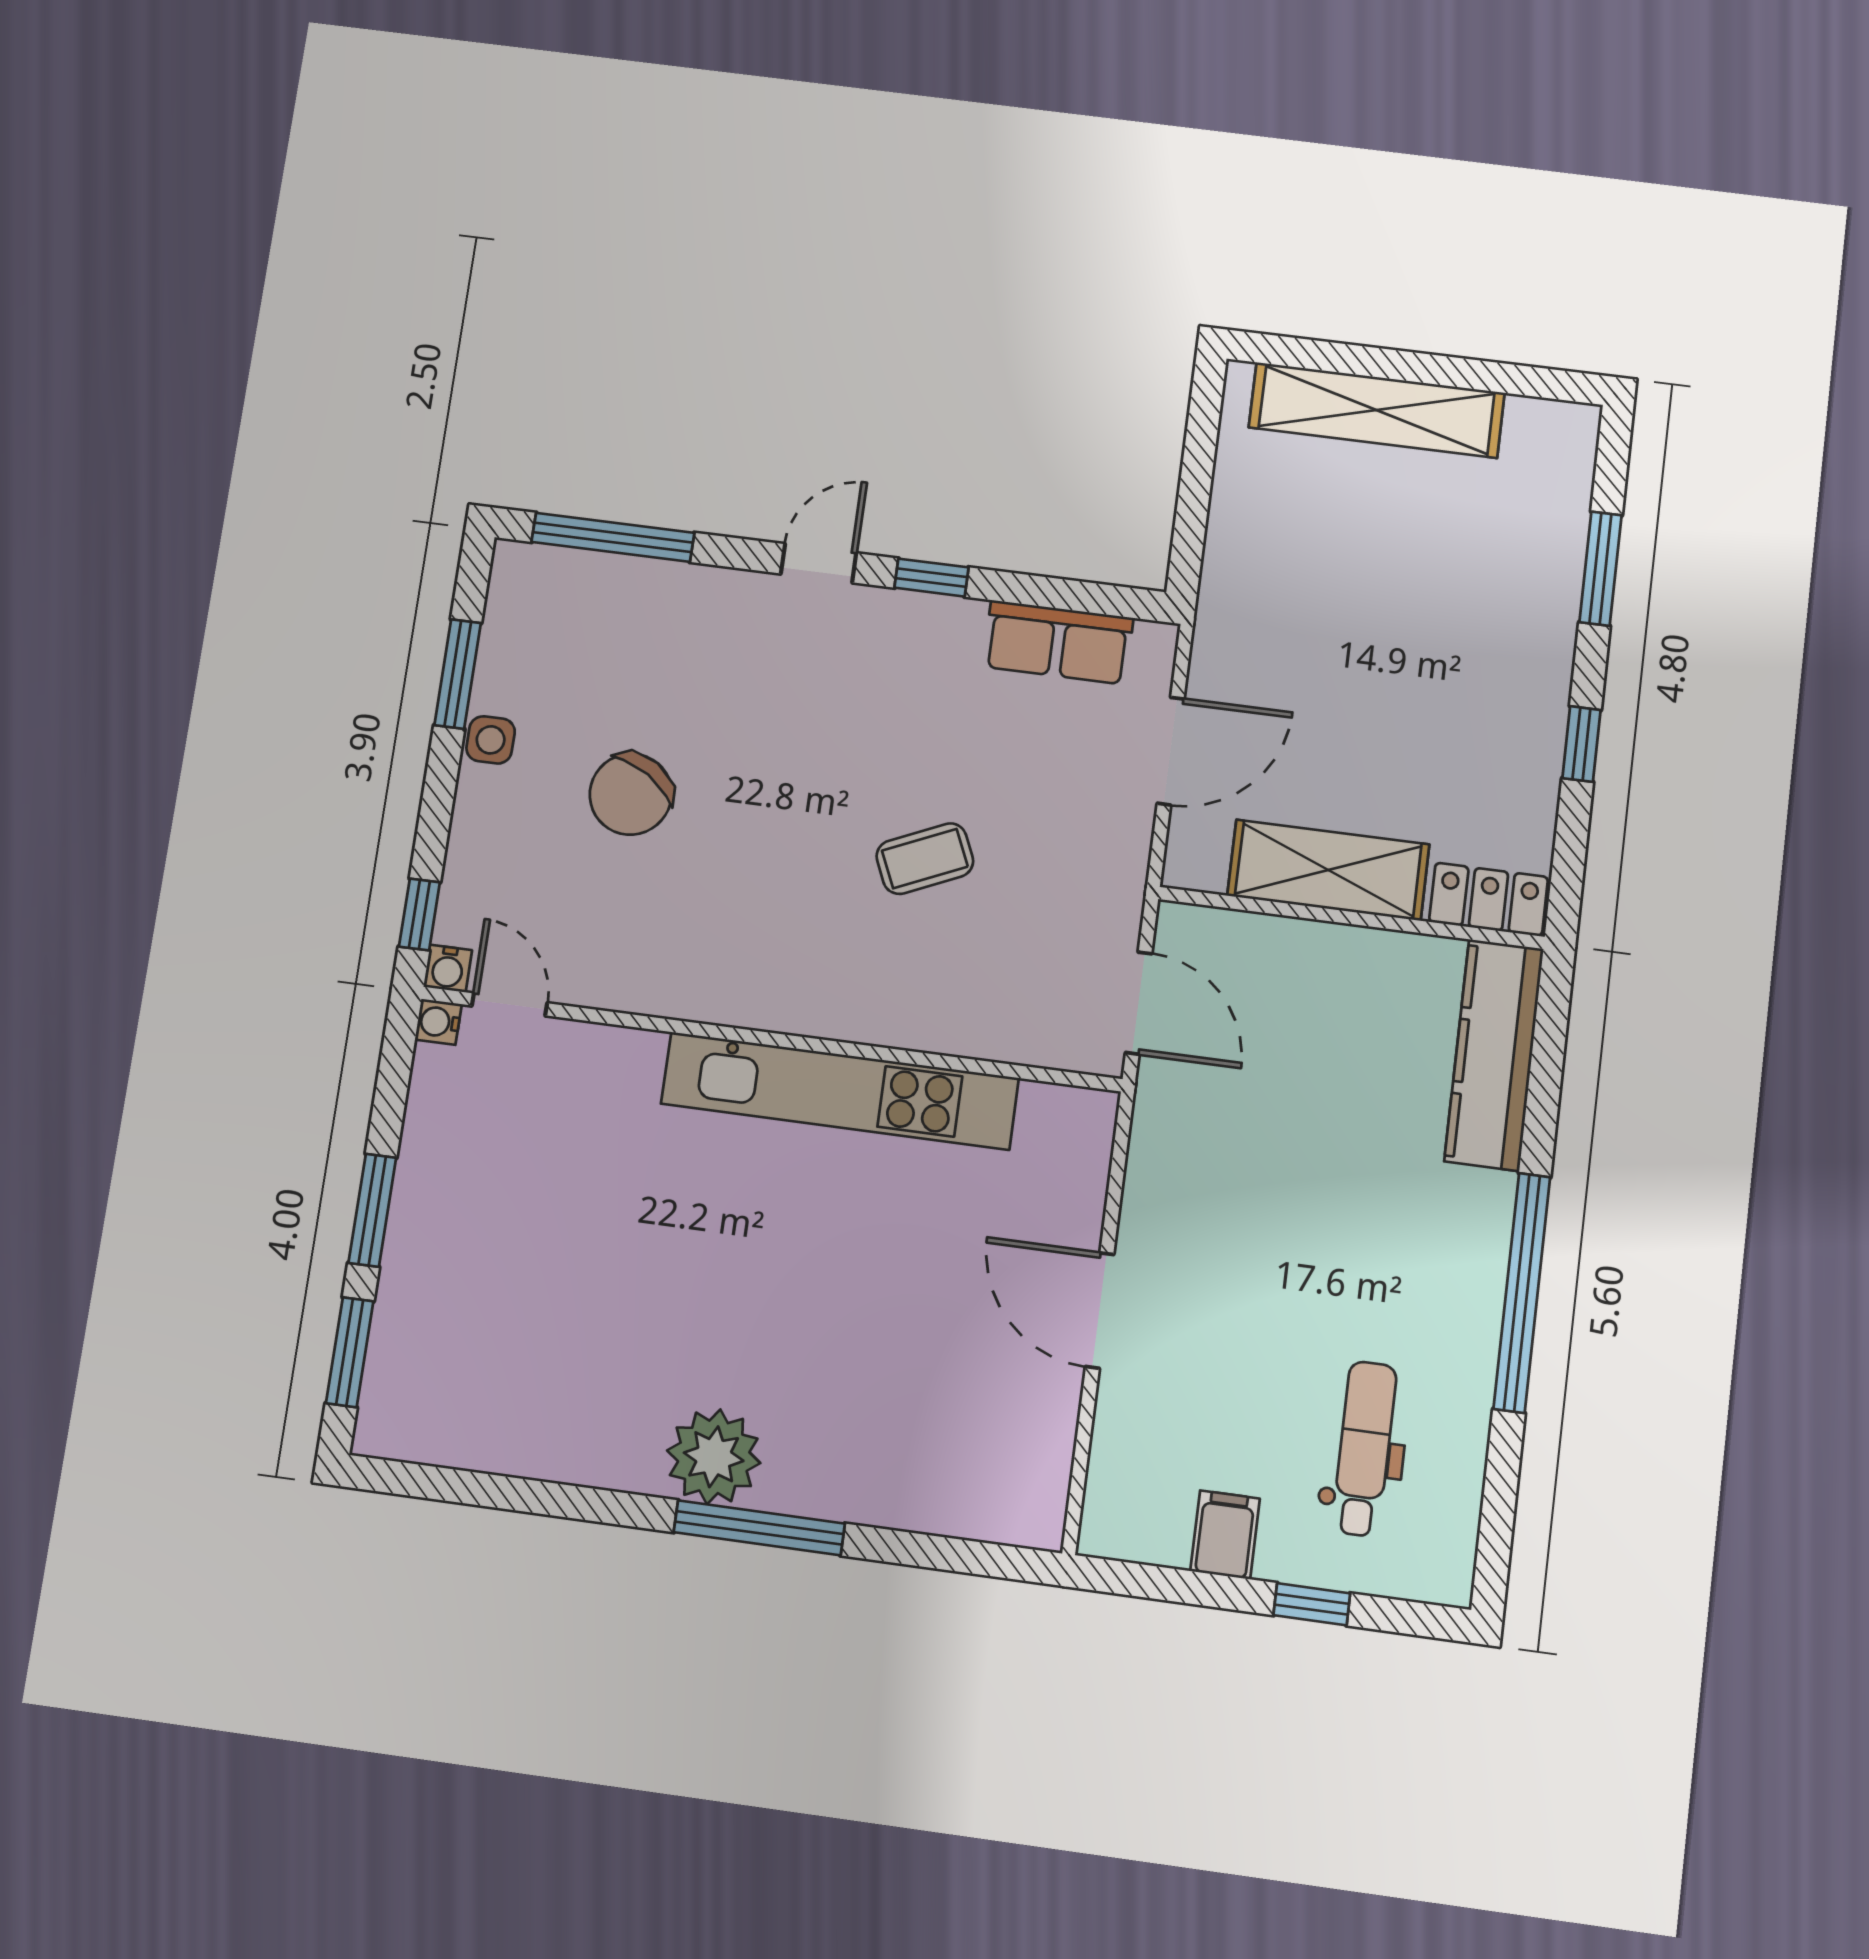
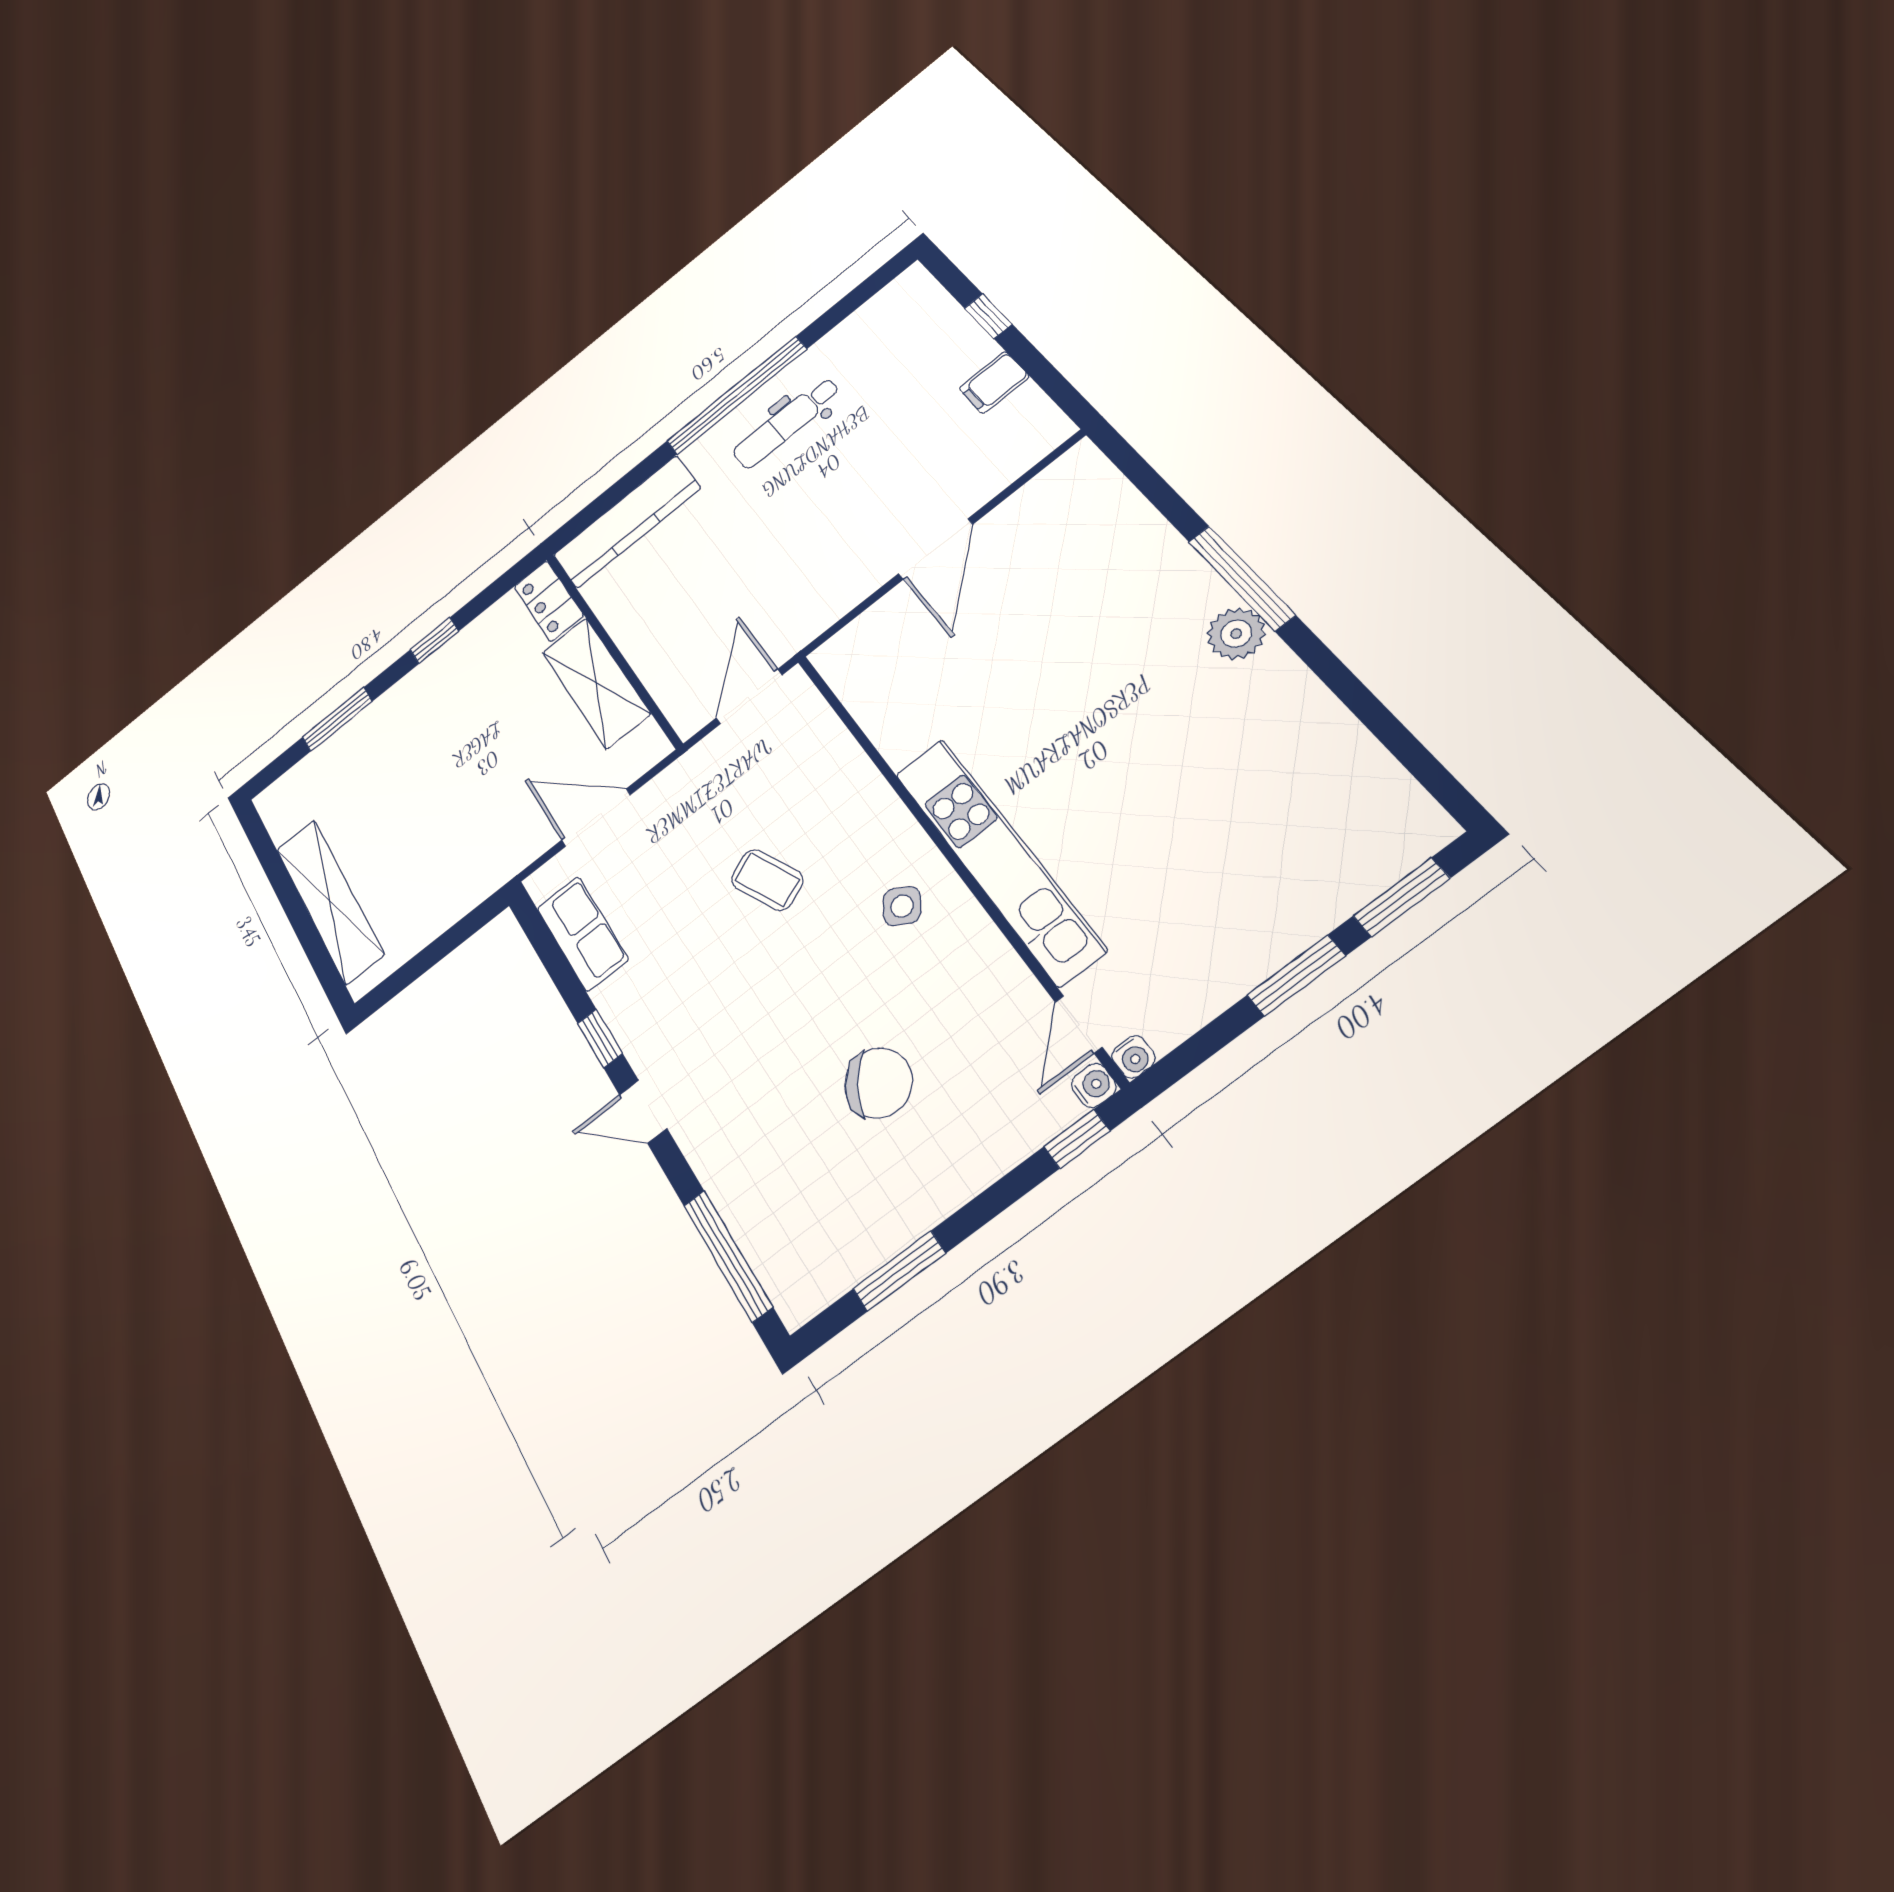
side table: (491, 740) -> (902, 906), moved, turned 32
kitchen unit: (840, 1091) -> (998, 859), moved
dental chair: (1364, 1449) -> (786, 423), moved
plant: (714, 1457) -> (1236, 634), width x0.73, depth x0.73

